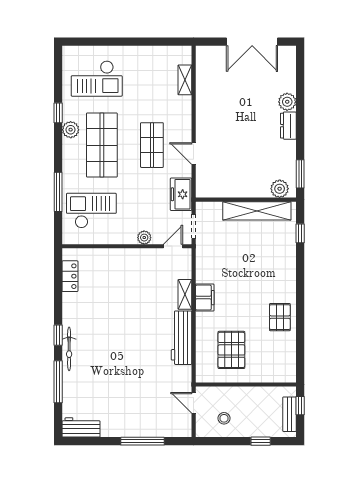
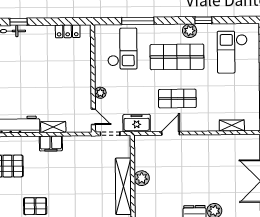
plant: (280, 189) -> (142, 178), moved

